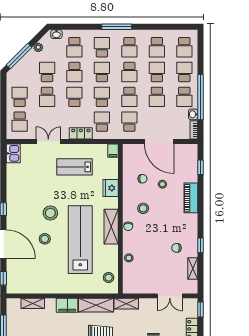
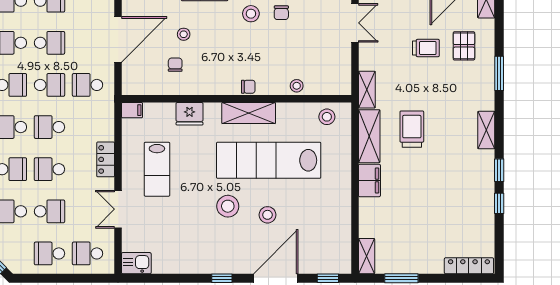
school desk: (20, 122) -> (88, 253), turned 180
school desk: (102, 122) -> (88, 127), removed
stool: (143, 208) -> (251, 14), moved
shelving: (33, 303) -> (367, 256), moved

